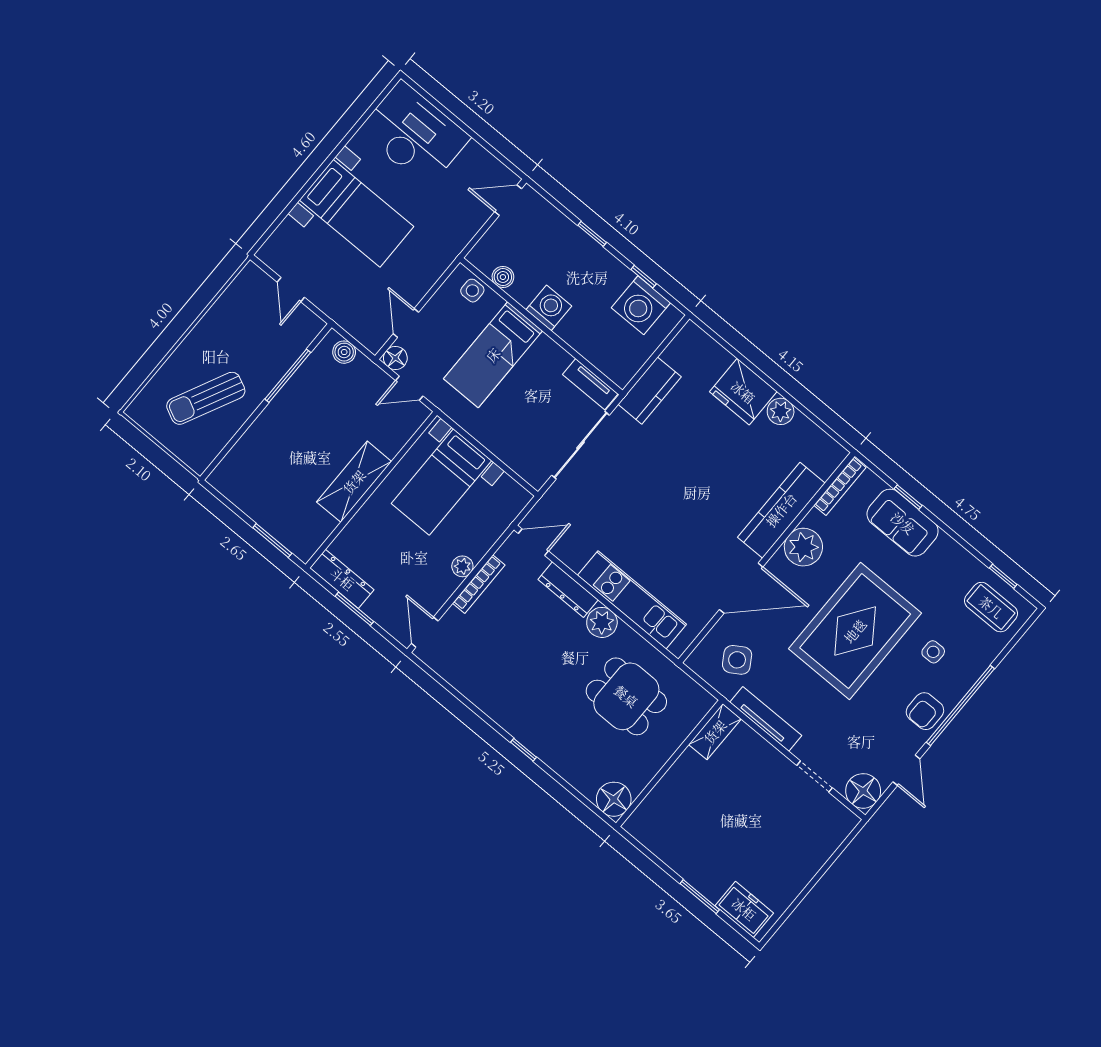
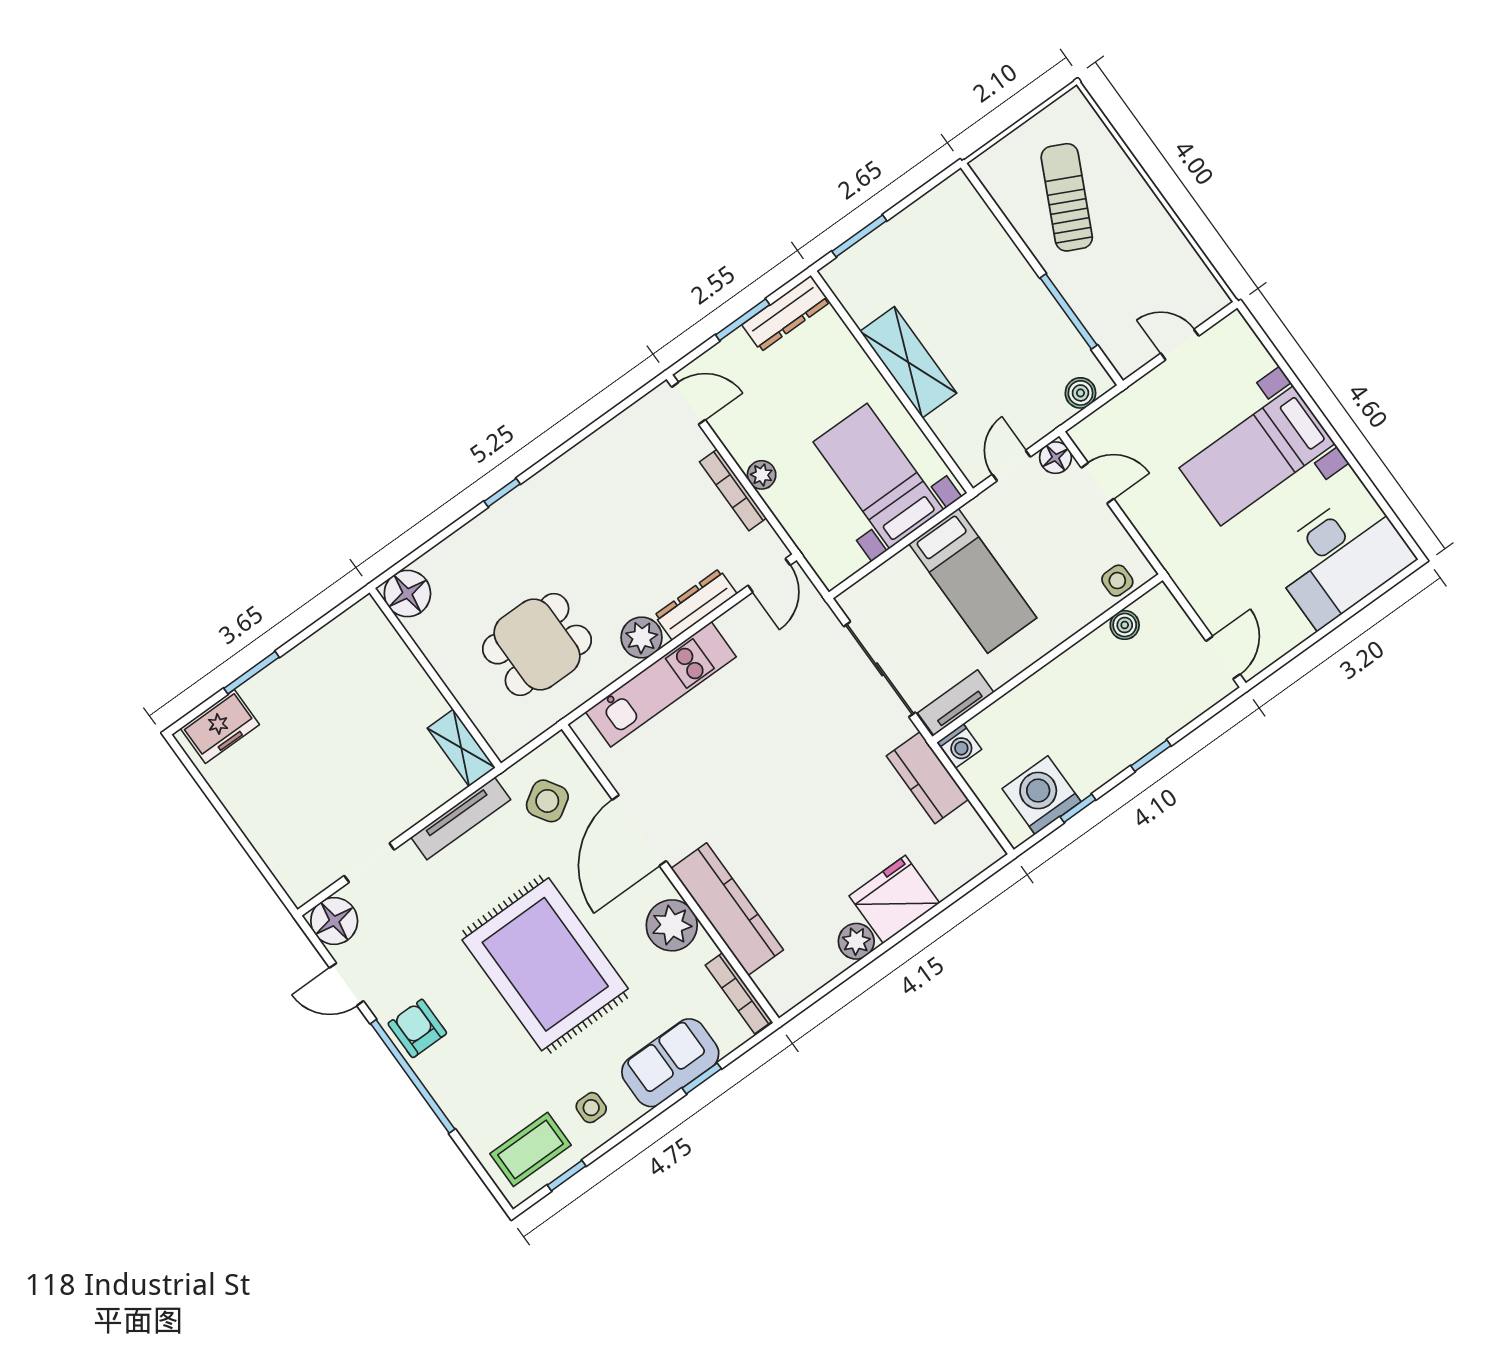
washing machine: (549, 308) -> (959, 746), moved, width x0.73, depth x0.73
bed: (493, 355) -> (973, 581), moved, turned 180
side table: (933, 652) -> (591, 1108), moved

